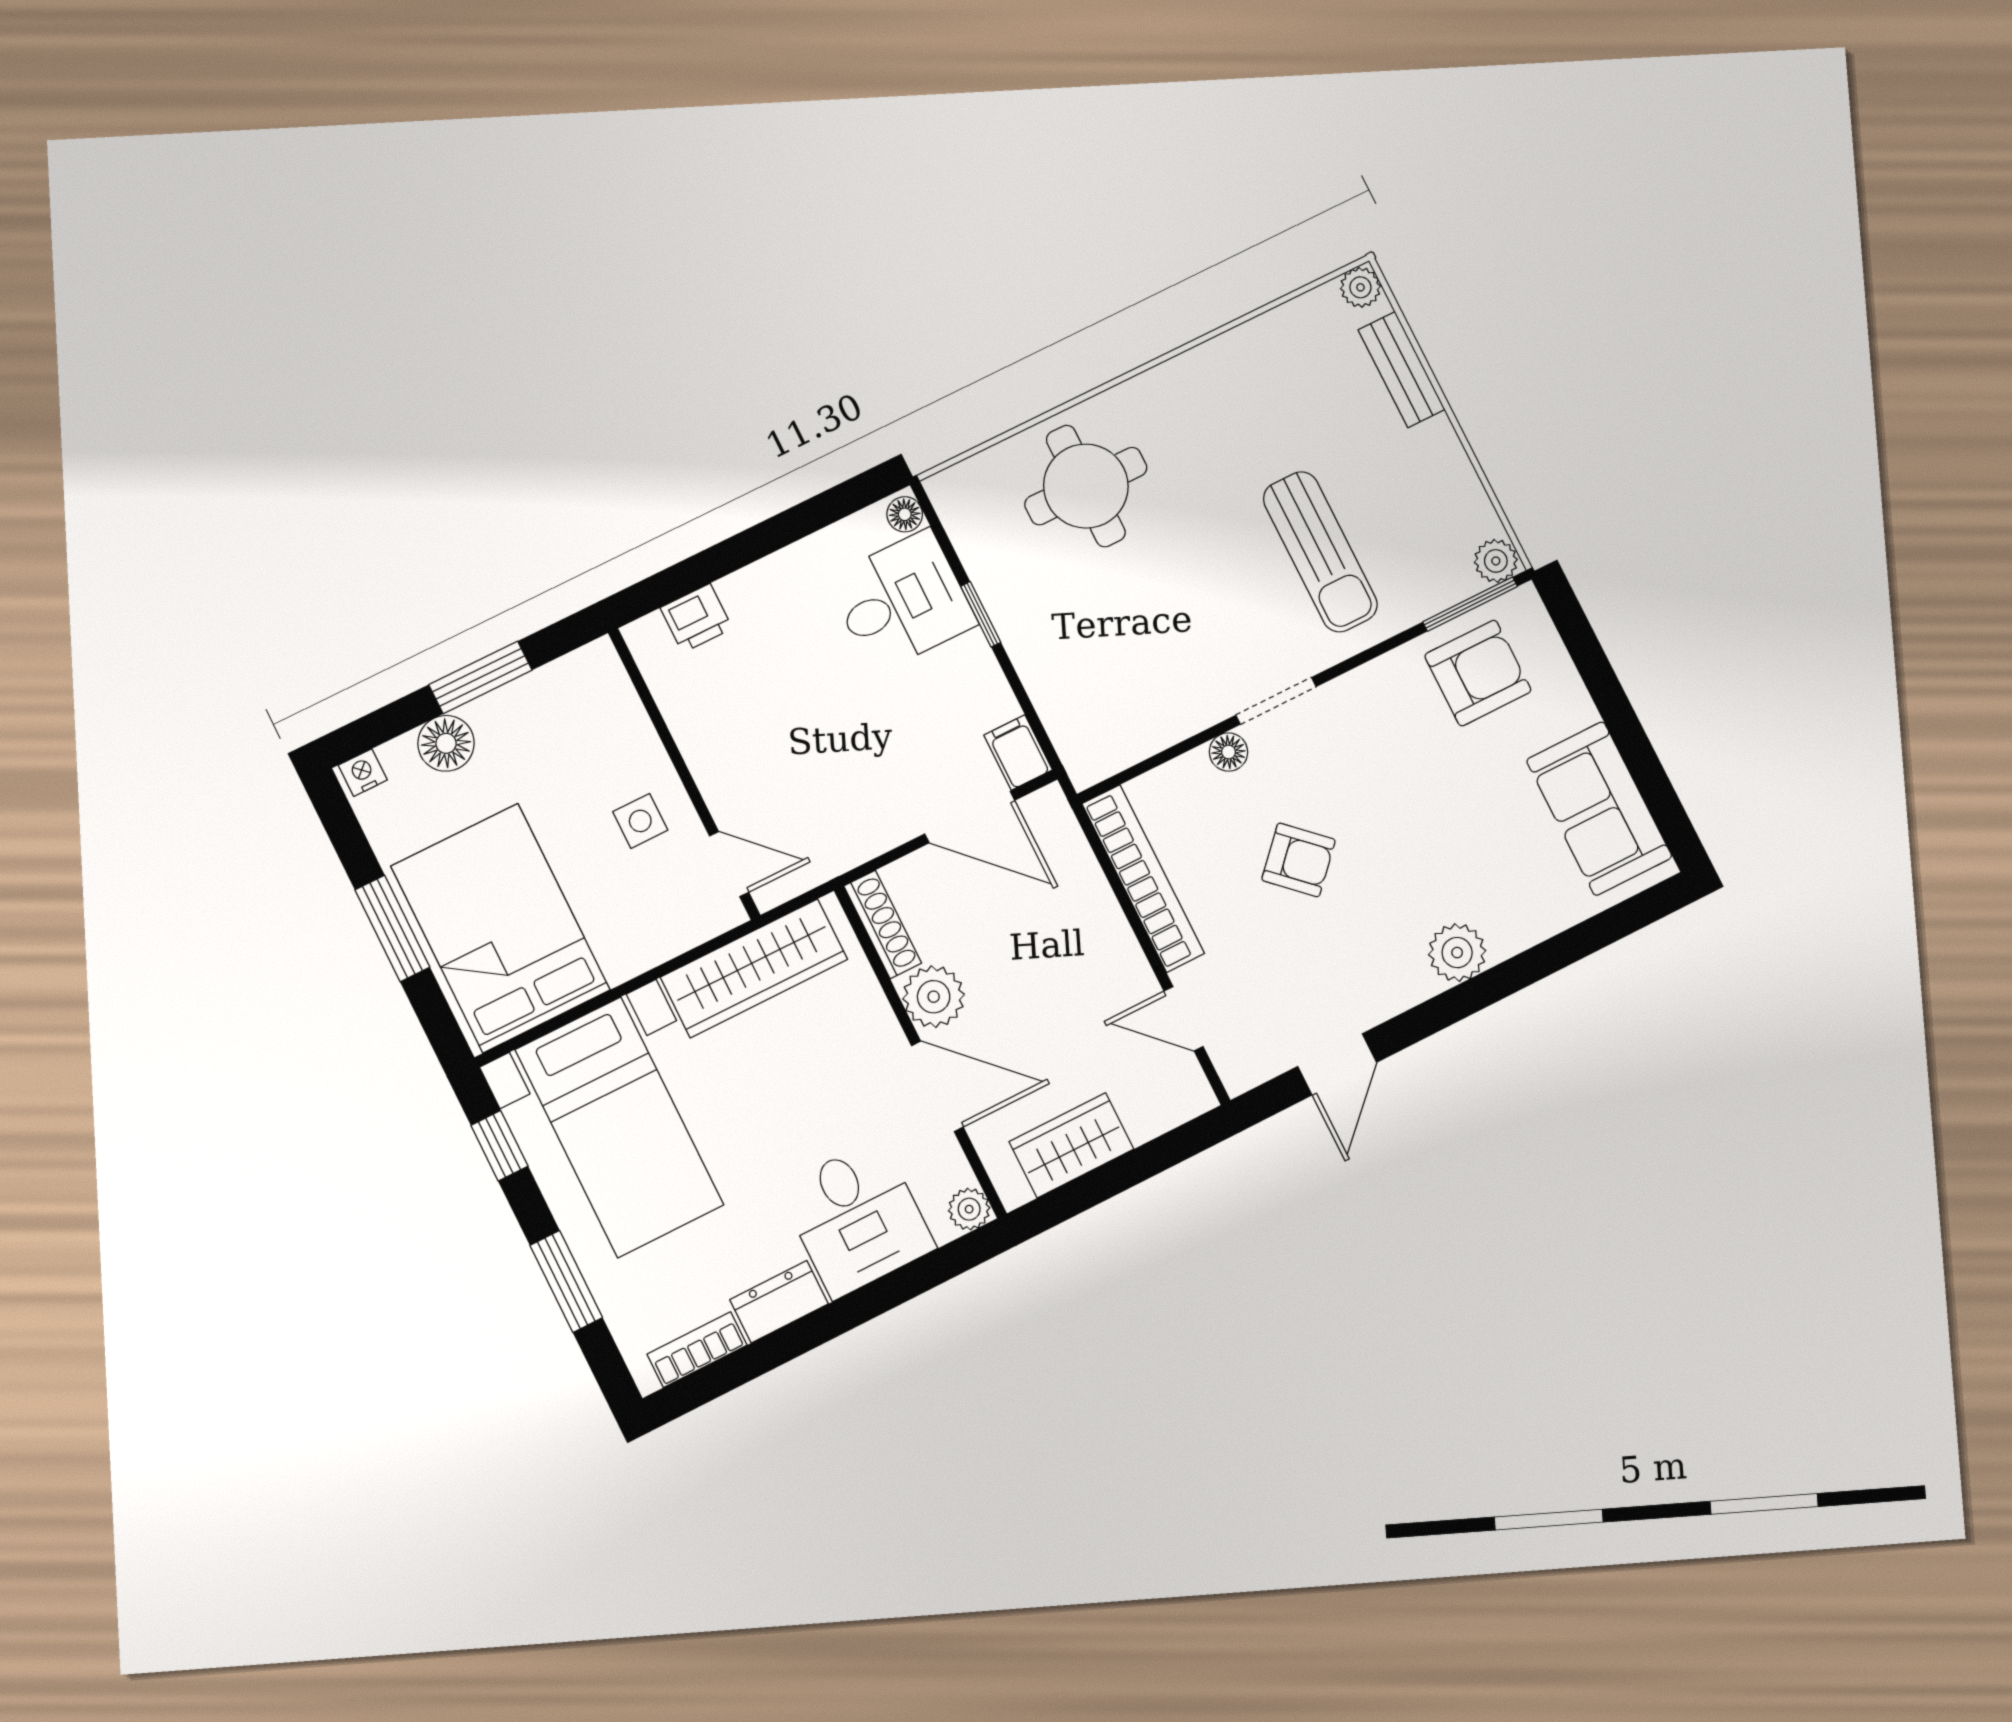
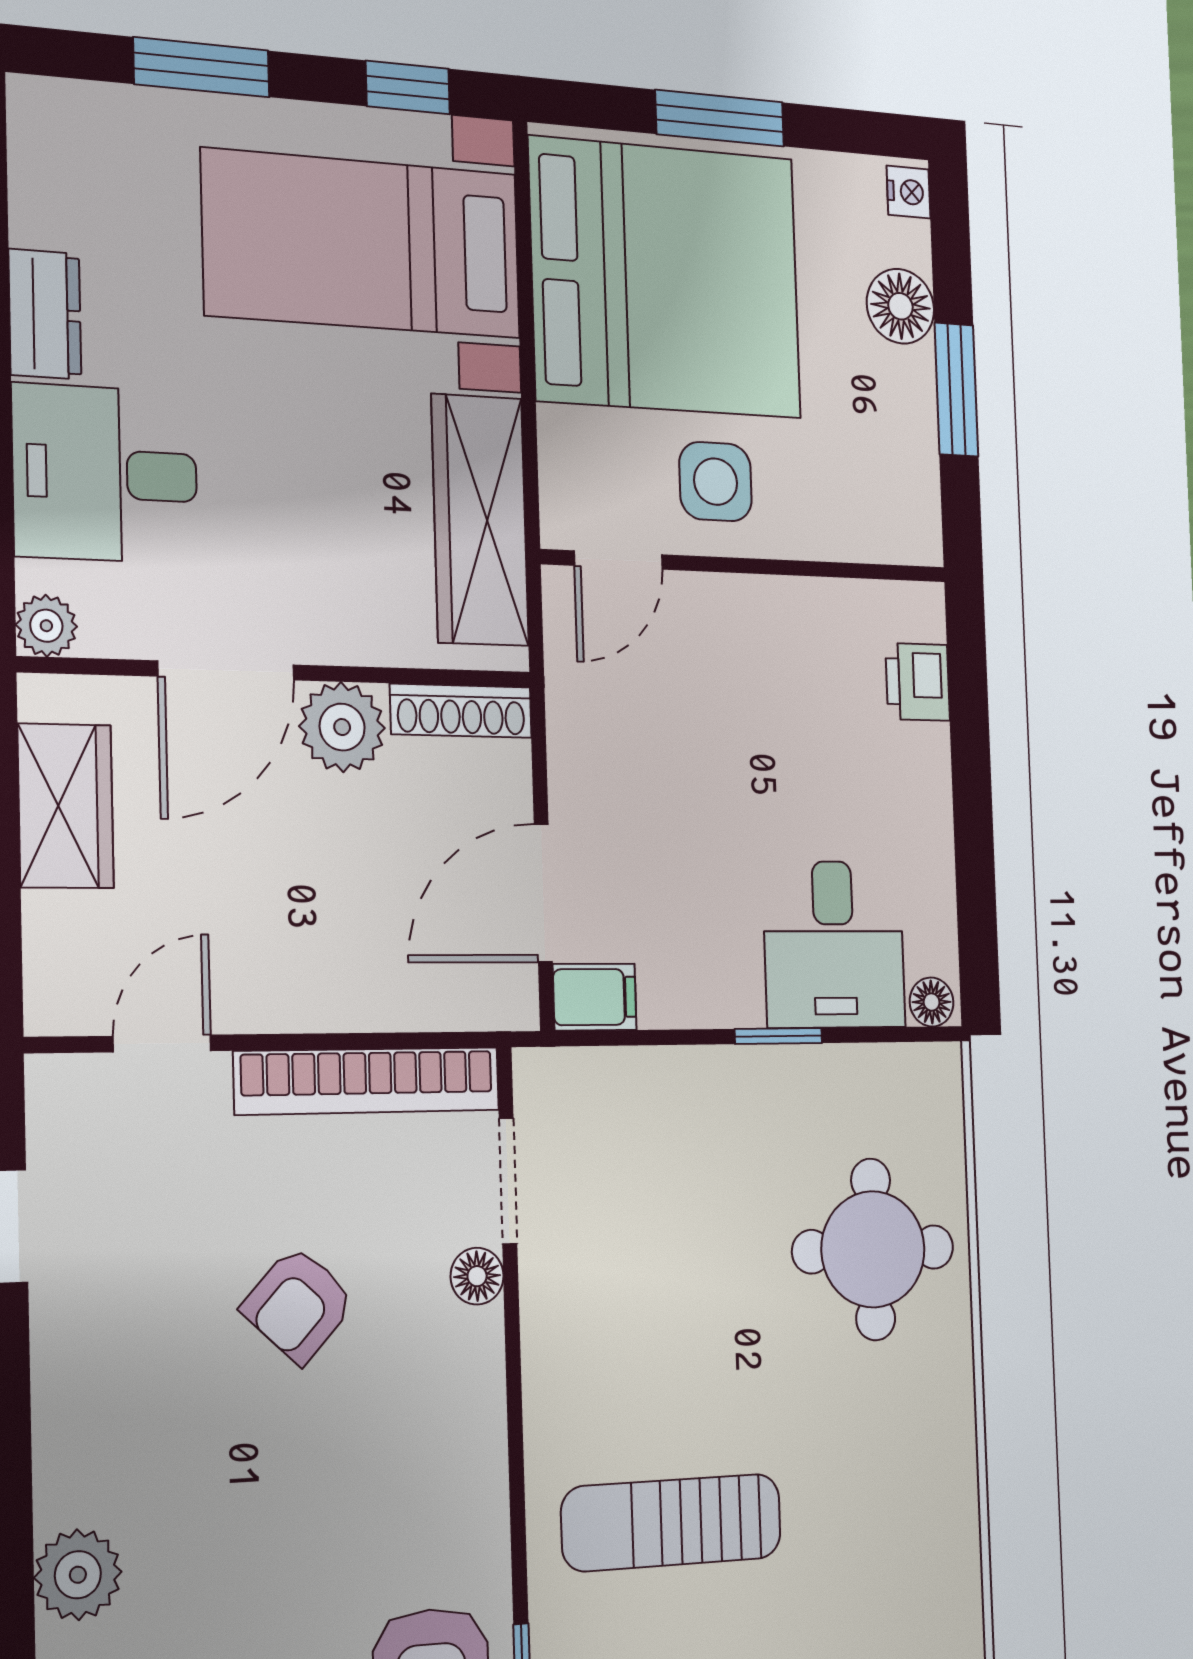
doorway: (1276, 701) -> (508, 1181), moved
side table: (640, 821) -> (716, 482), width x1.37, depth x1.37
bed: (500, 928) -> (666, 278), width x1.36
plant: (1457, 953) -> (78, 1575), moved
bookcase: (697, 1350) -> (34, 176), removed

